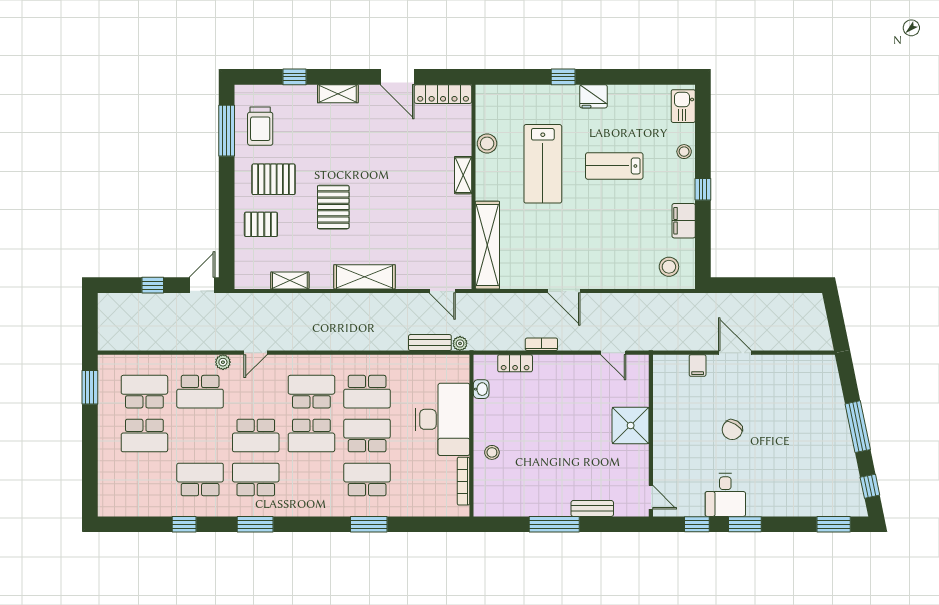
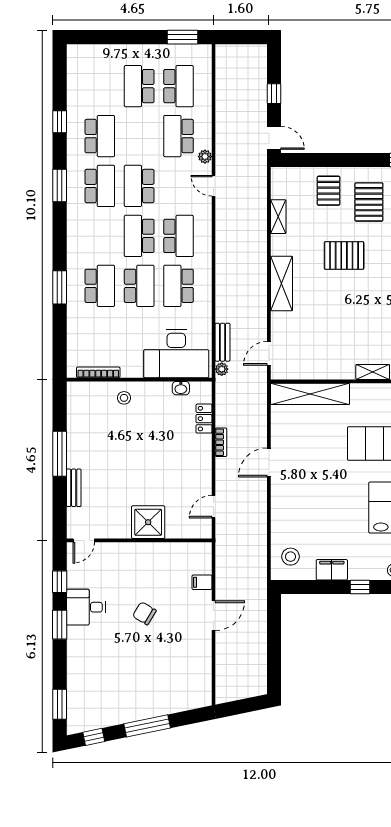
desk: (443, 419) -> (176, 354), moved

